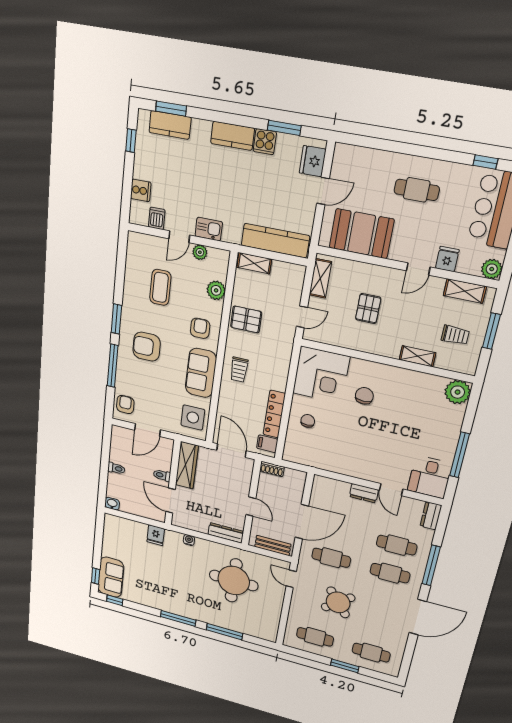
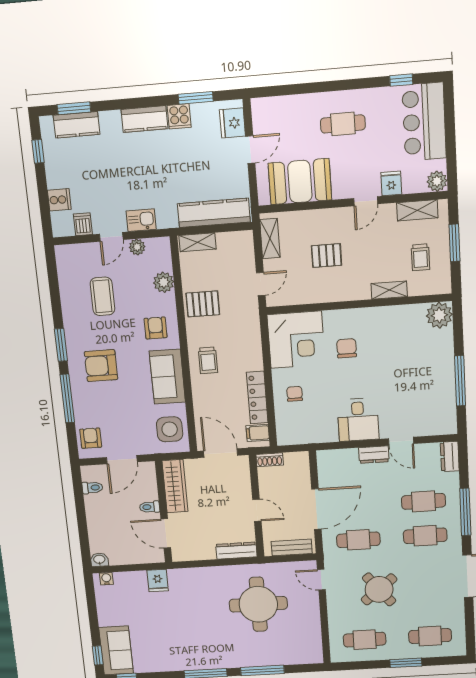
pallet: (368, 309) -> (326, 256), turned 90
trolley: (455, 335) -> (420, 257), turned 90
toilet: (116, 468) -> (92, 488), moved
desk: (430, 477) -> (358, 420), moved
water cooler: (189, 540) -> (106, 579), moved

